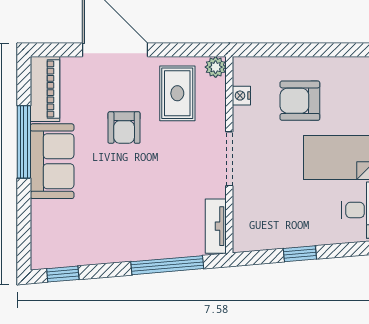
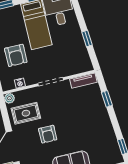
armchair: (124, 128) -> (48, 134), turned 90
window: (167, 265) -> (107, 99), width x0.46

